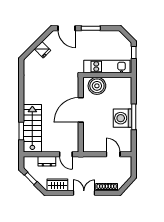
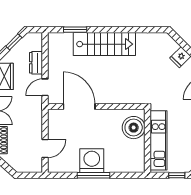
door: (81, 110) -> (79, 106), moved
stairs: (32, 128) -> (104, 44), moved

